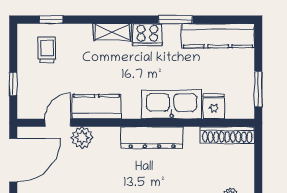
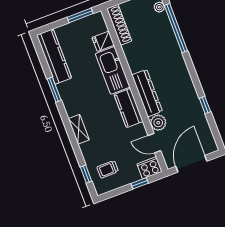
cooker: (147, 35) -> (149, 168), moved, turned -90
kitchen counter: (97, 107) -> (129, 108), moved
dresser: (152, 138) -> (147, 93), moved
door: (13, 160) -> (191, 164), hinge flipped

